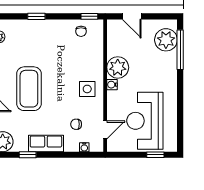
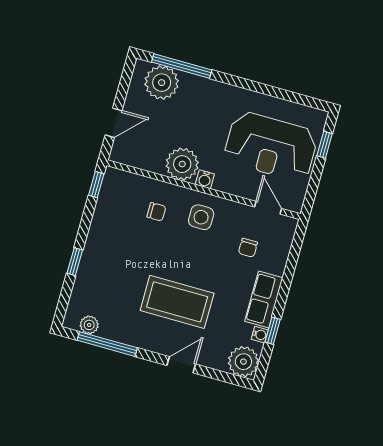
chair: (81, 31) -> (156, 212), moved
water cooler: (84, 147) -> (260, 335), moved

